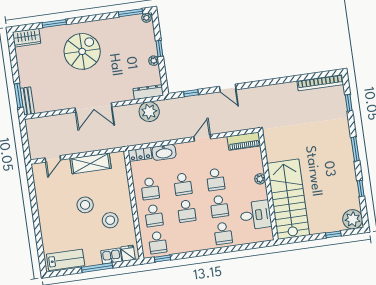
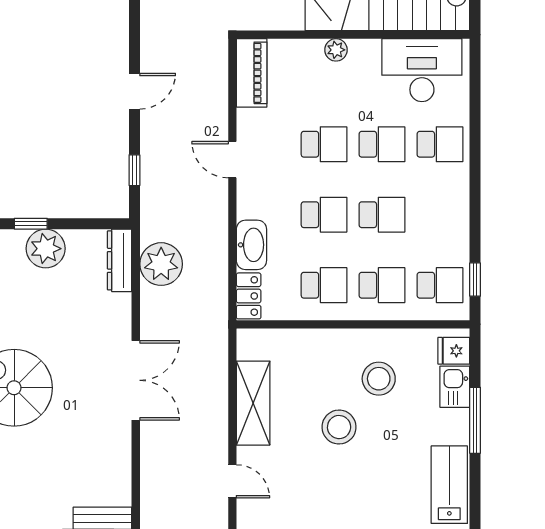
plant: (154, 61) -> (46, 249), width x1.88, depth x1.88
desk: (256, 215) -> (422, 70), width x1.37

